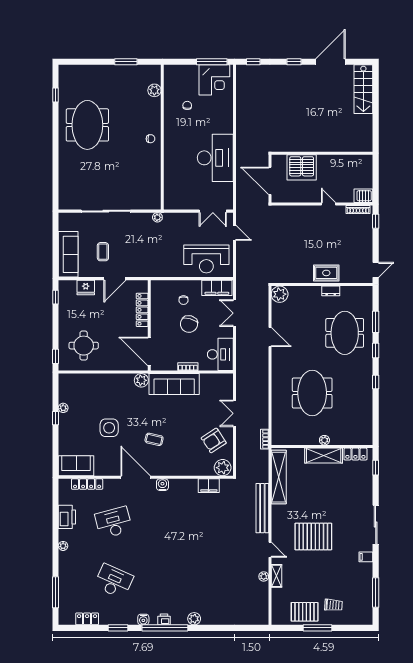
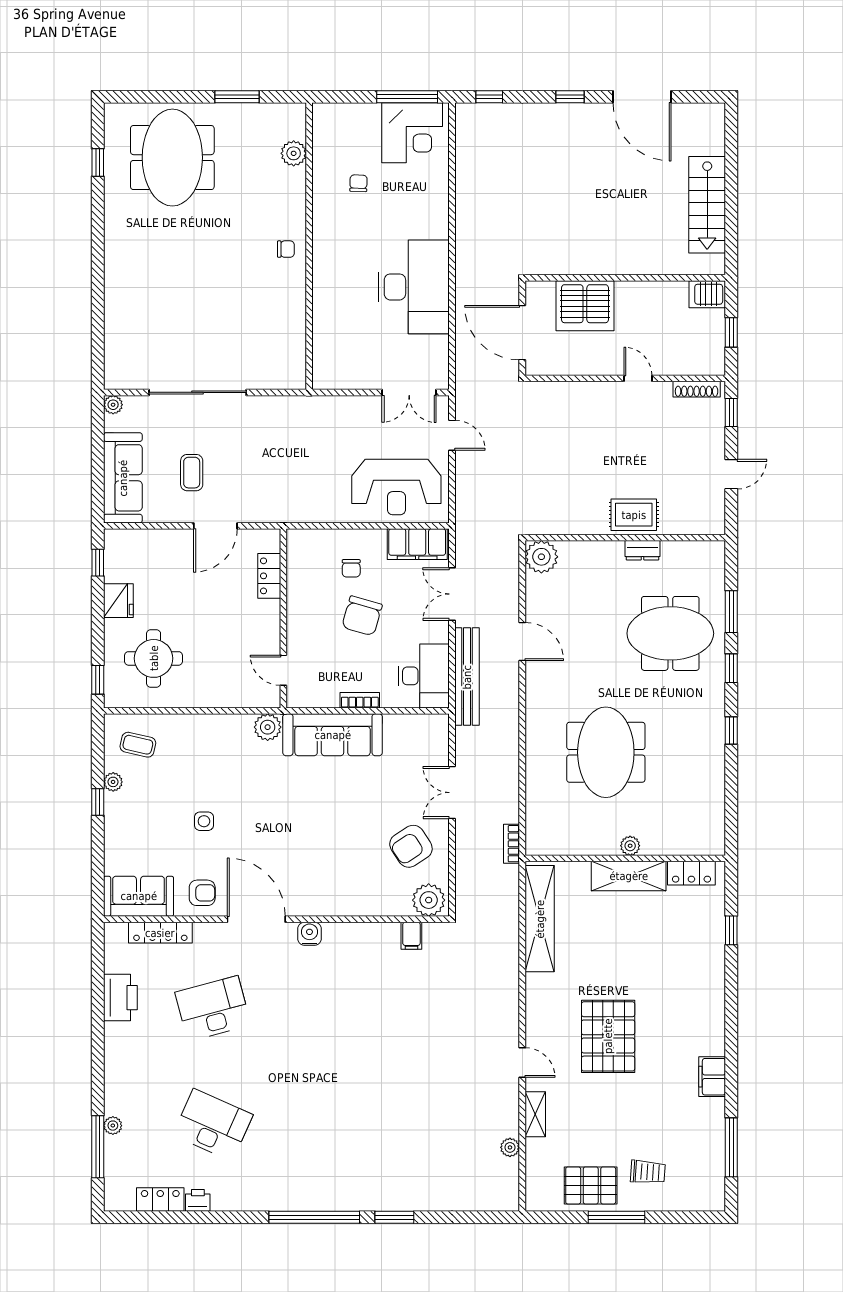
door: (330, 62) -> (642, 97), swing flipped
stairs: (363, 89) -> (707, 205), moved
meeting table: (87, 125) -> (172, 158), moved
window: (376, 181) -> (731, 332), added
server rack: (363, 196) -> (707, 294), moved
plant: (157, 217) -> (113, 405), moved
door: (376, 270) -> (731, 474), moved
fridge: (86, 287) -> (118, 601), moved, turned -90
locker: (142, 310) -> (269, 576), width x0.66
meeting table: (345, 333) -> (670, 633), turned 90
door: (149, 352) -> (283, 670), width x0.53
side table: (109, 428) -> (204, 821), width x0.54, depth x0.54
coffee table: (154, 439) -> (138, 745), moved
armchair: (108, 464) -> (202, 893), added
window: (376, 468) -> (731, 930), moved
filing cabinet: (209, 486) -> (411, 936), width x0.50
bench: (262, 508) -> (467, 677), moved
sliding door: (376, 525) -> (731, 1013), removed
pallet: (313, 537) -> (608, 1036), turned 90
plant: (63, 546) -> (113, 1126), moved
filing cabinet: (366, 557) -> (712, 1077), width x2.00
plant: (264, 576) -> (510, 1147), moved
water cooler: (143, 619) -> (272, 1201), removed
printer: (164, 619) -> (198, 1200), moved
plant: (194, 619) -> (372, 1199), removed
window: (118, 628) -> (394, 1217), moved

